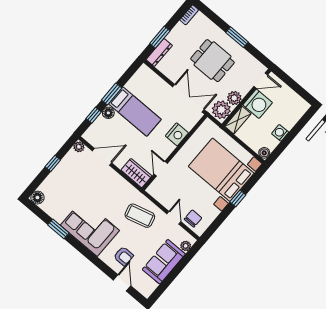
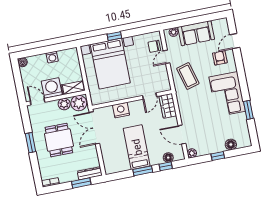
floor lamp: (108, 113) -> (168, 158), moved
boiler: (264, 153) -> (23, 62), moved
floor lamp: (37, 198) -> (231, 144), moved

